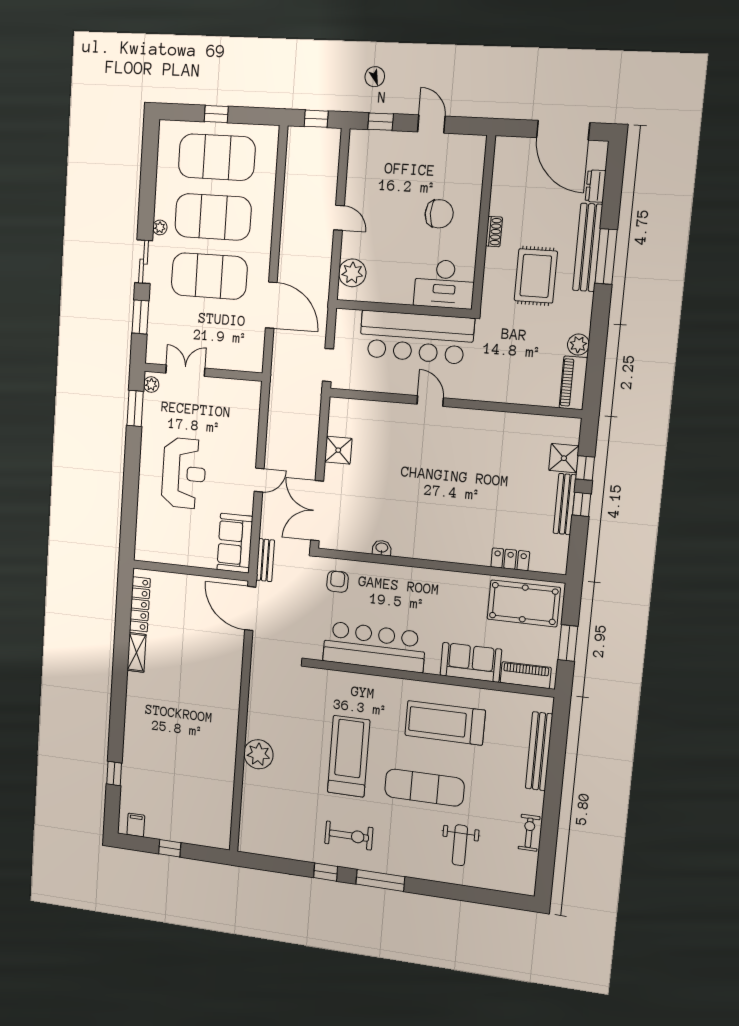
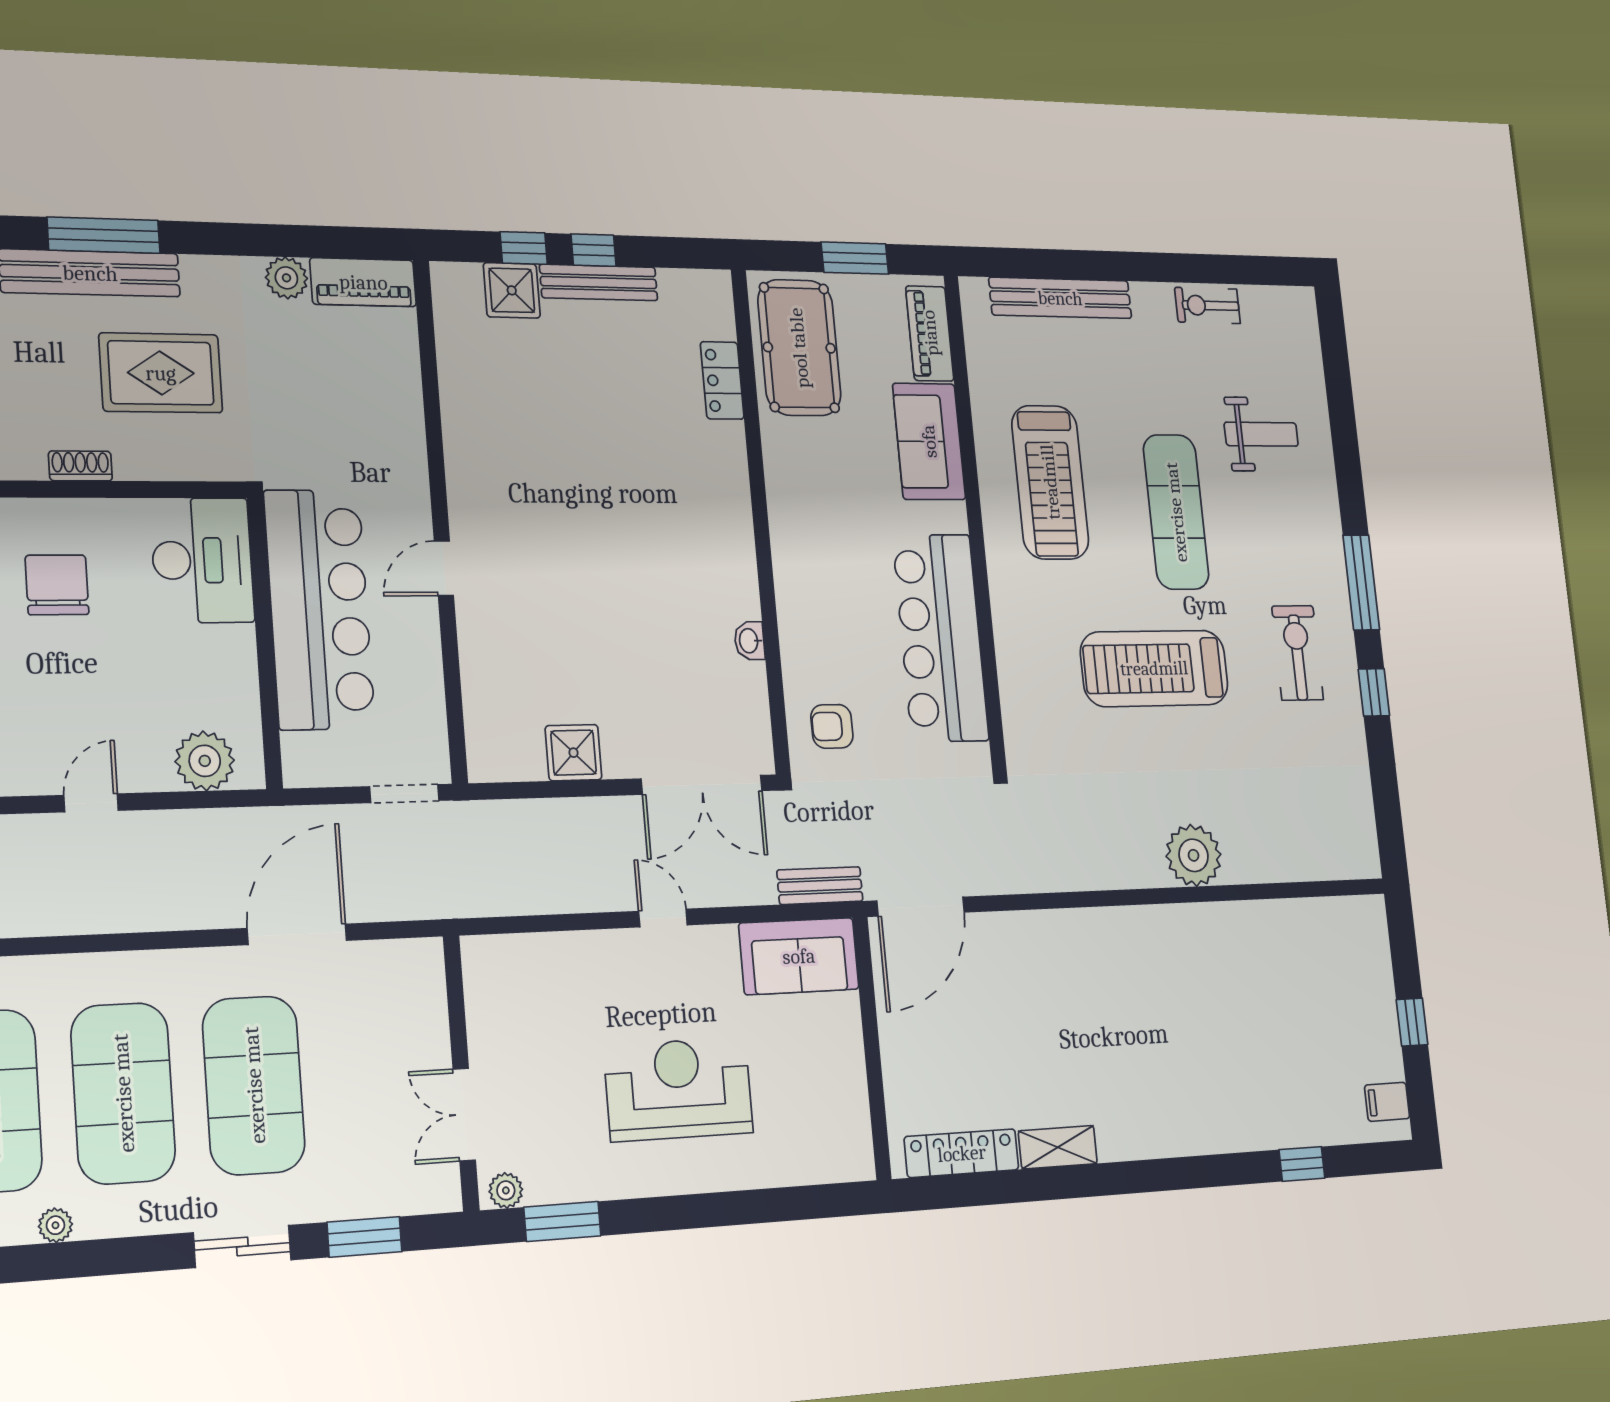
plant: (160, 227) -> (55, 1225), moved

